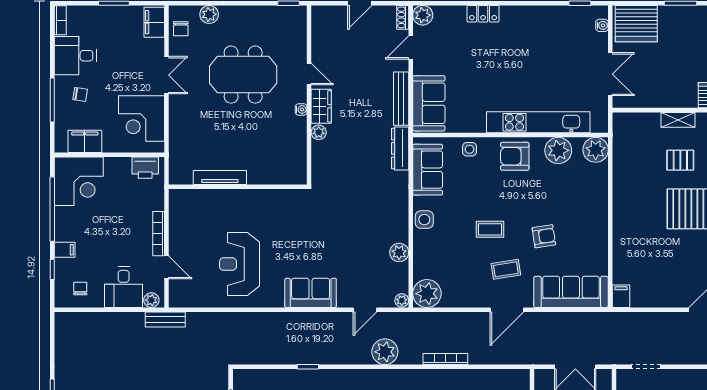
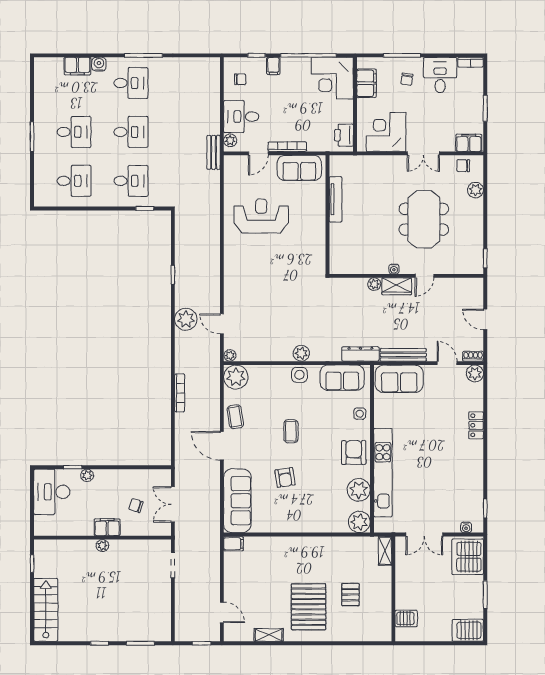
shelving: (678, 120) -> (385, 551), moved
plant: (399, 252) -> (301, 353), moved
coffee table: (506, 269) -> (235, 417), moved
sofa: (311, 293) -> (299, 168), moved, turned 90
plant: (385, 352) -> (186, 319), moved

